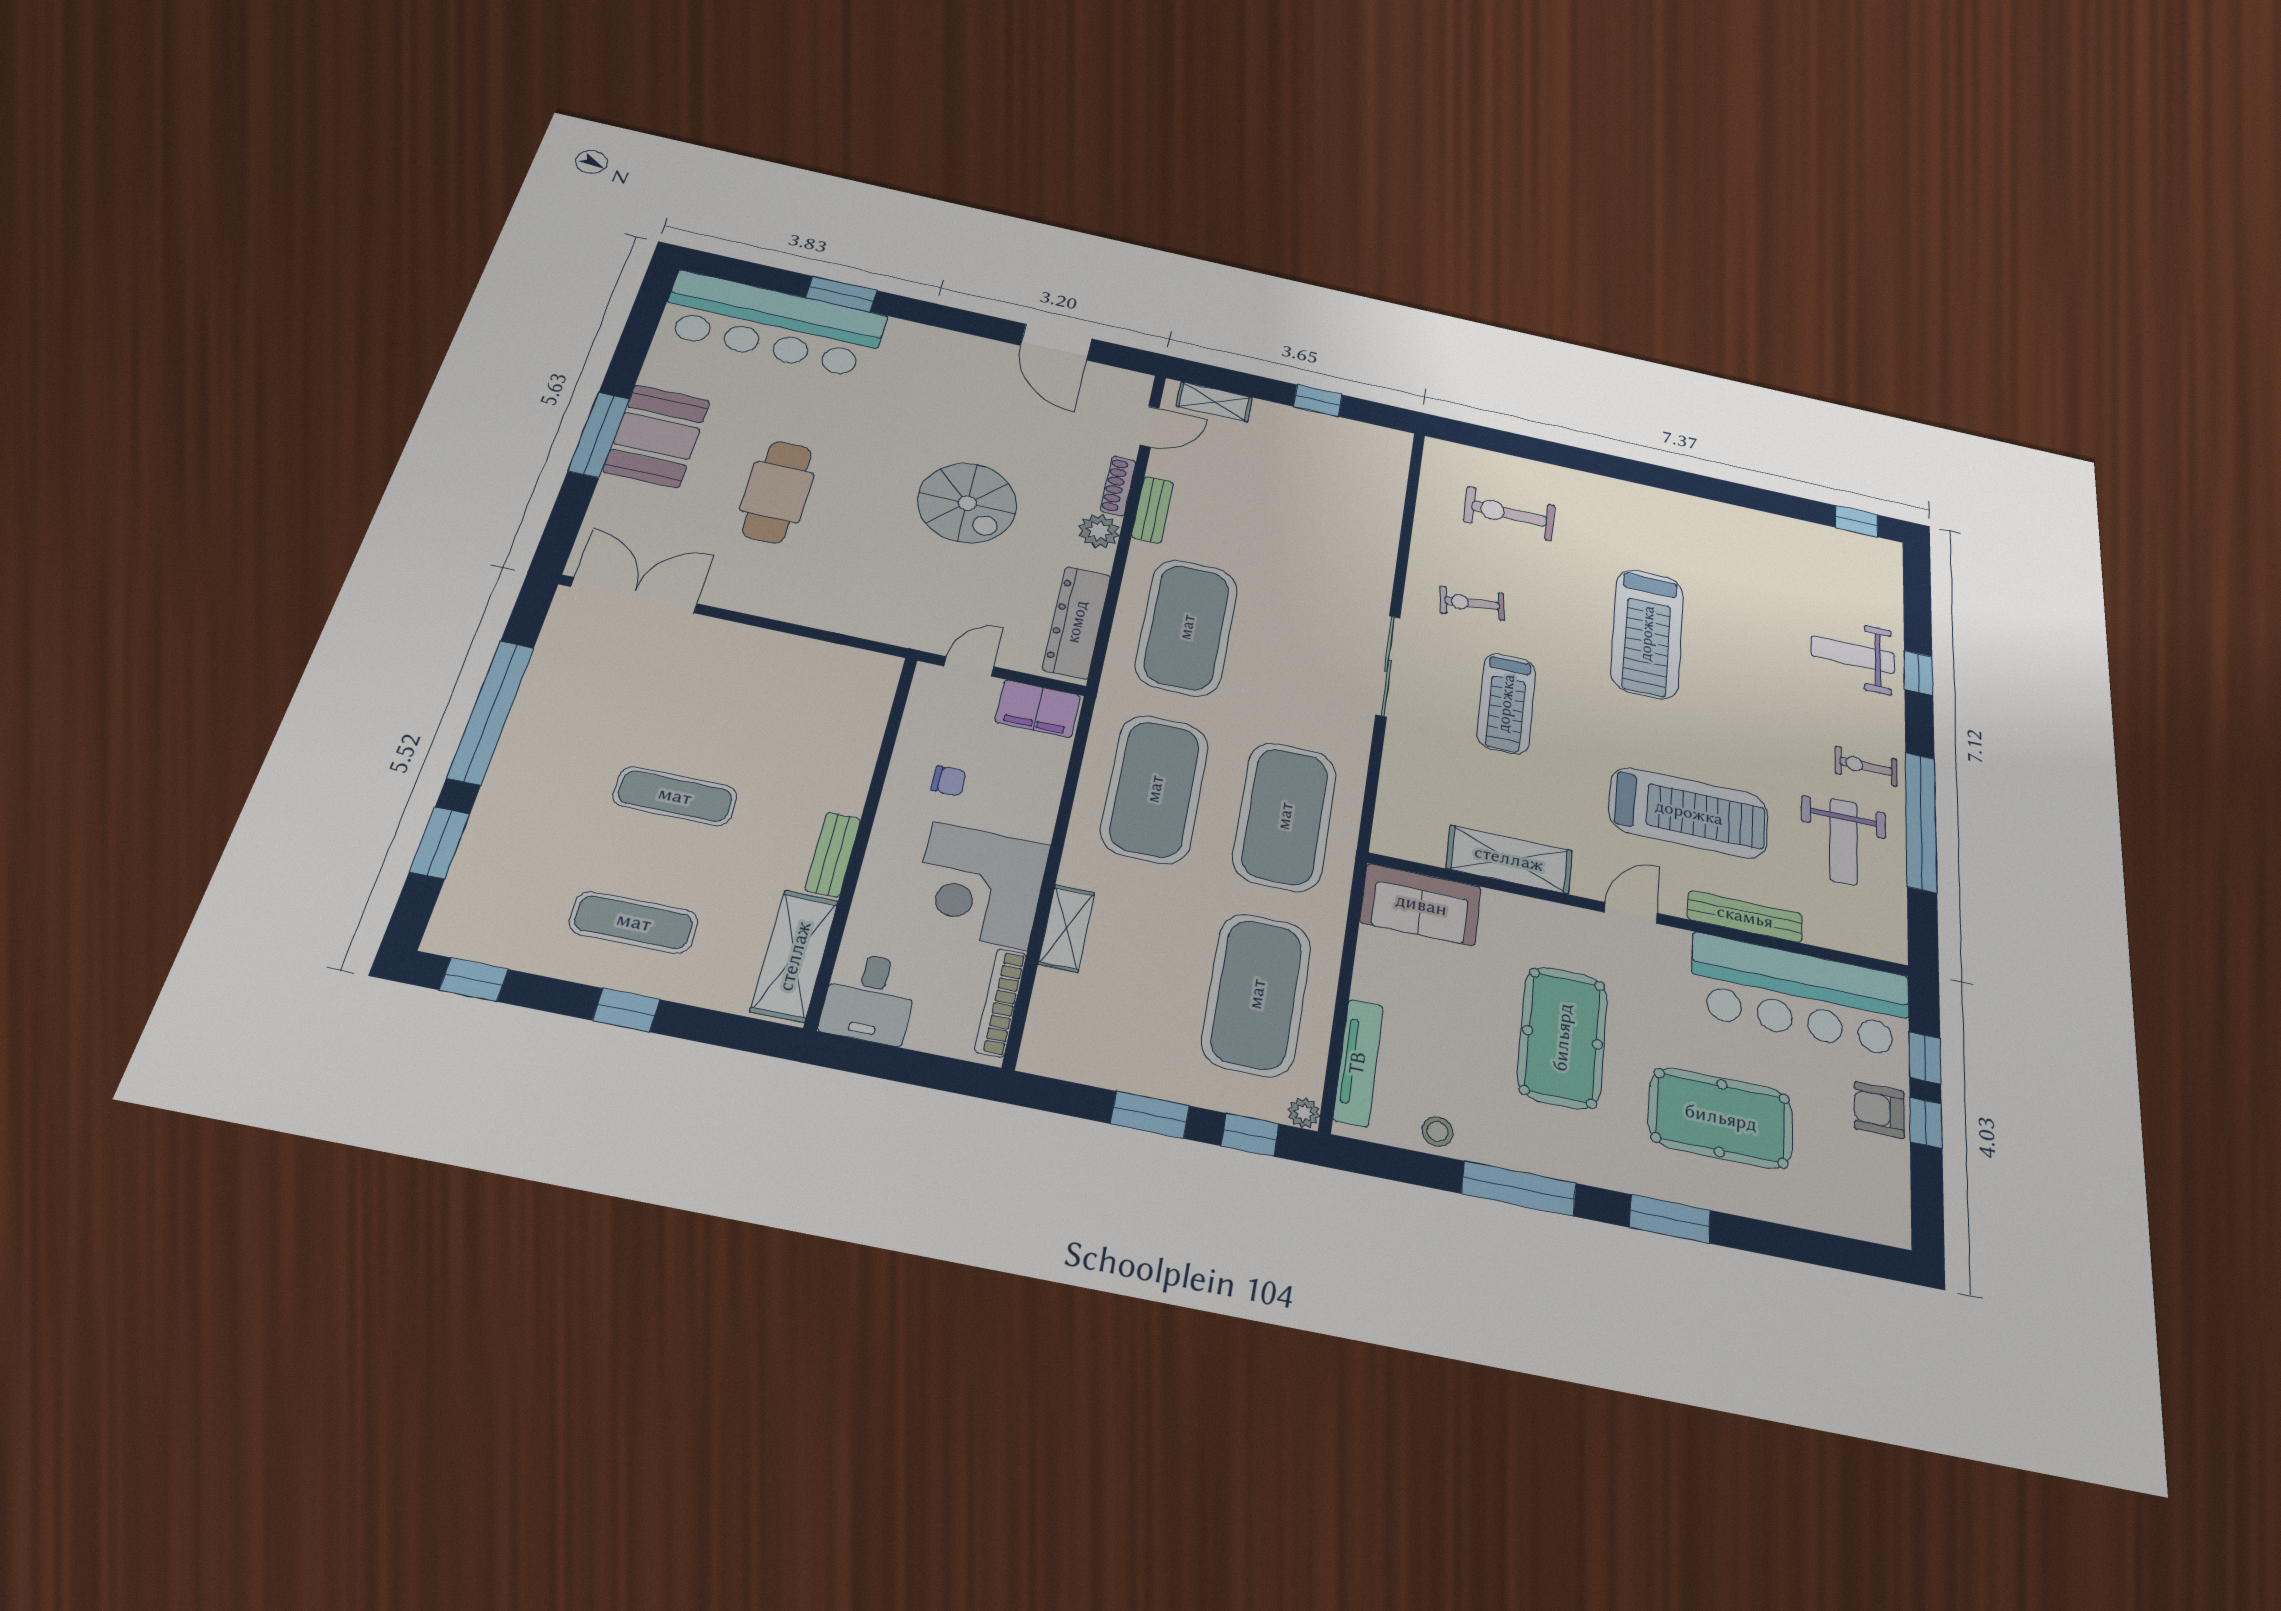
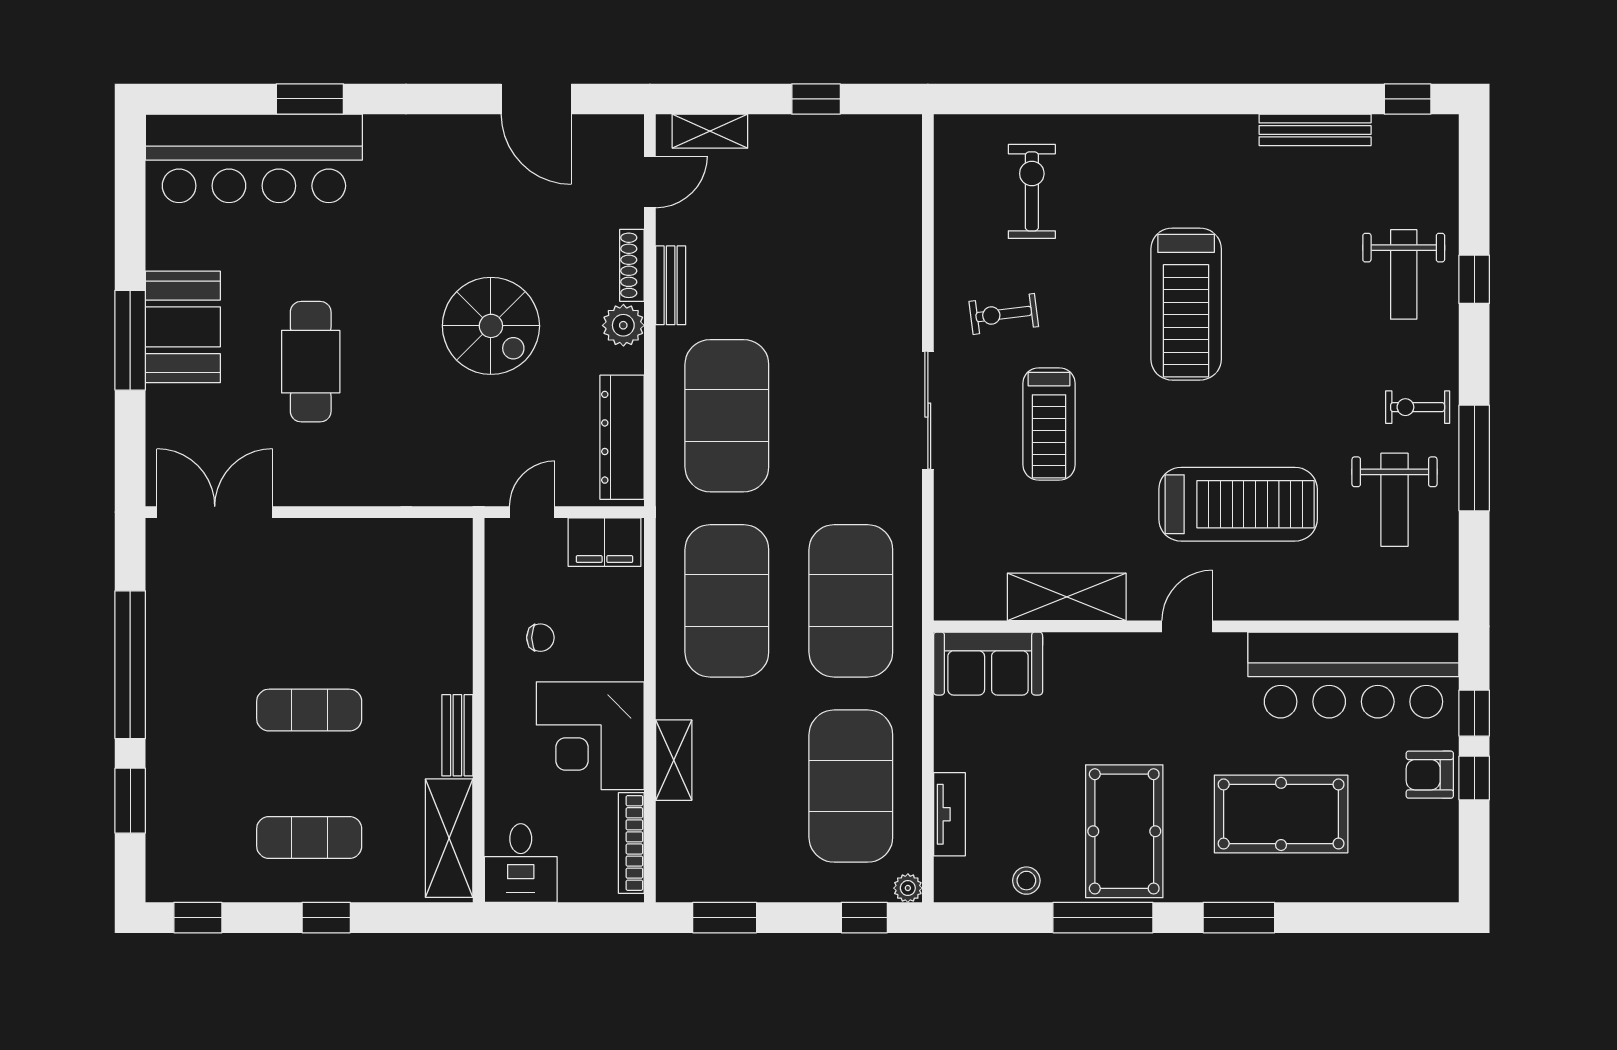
exercise bike: (1509, 514) -> (1032, 191), turned 90
weight bench: (1853, 655) -> (1404, 274), turned -90
window: (1921, 822) -> (1474, 458), width x0.68
bench: (1745, 917) -> (1315, 130), moved
pool table: (1563, 1037) -> (1124, 831), moved
tv unit: (1358, 1063) -> (949, 814), width x0.71
window: (1150, 1115) -> (725, 918), moved

